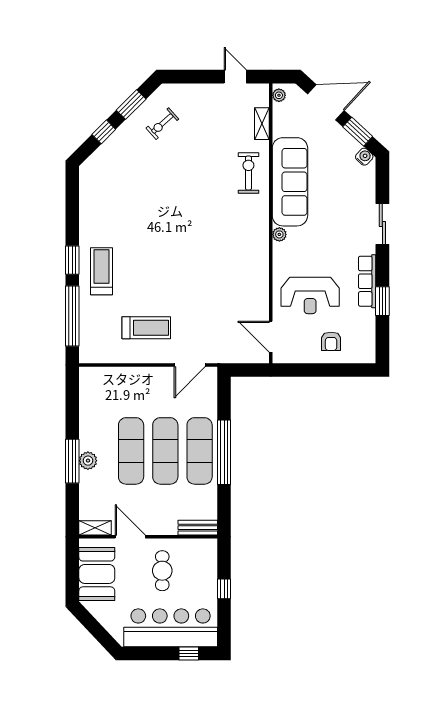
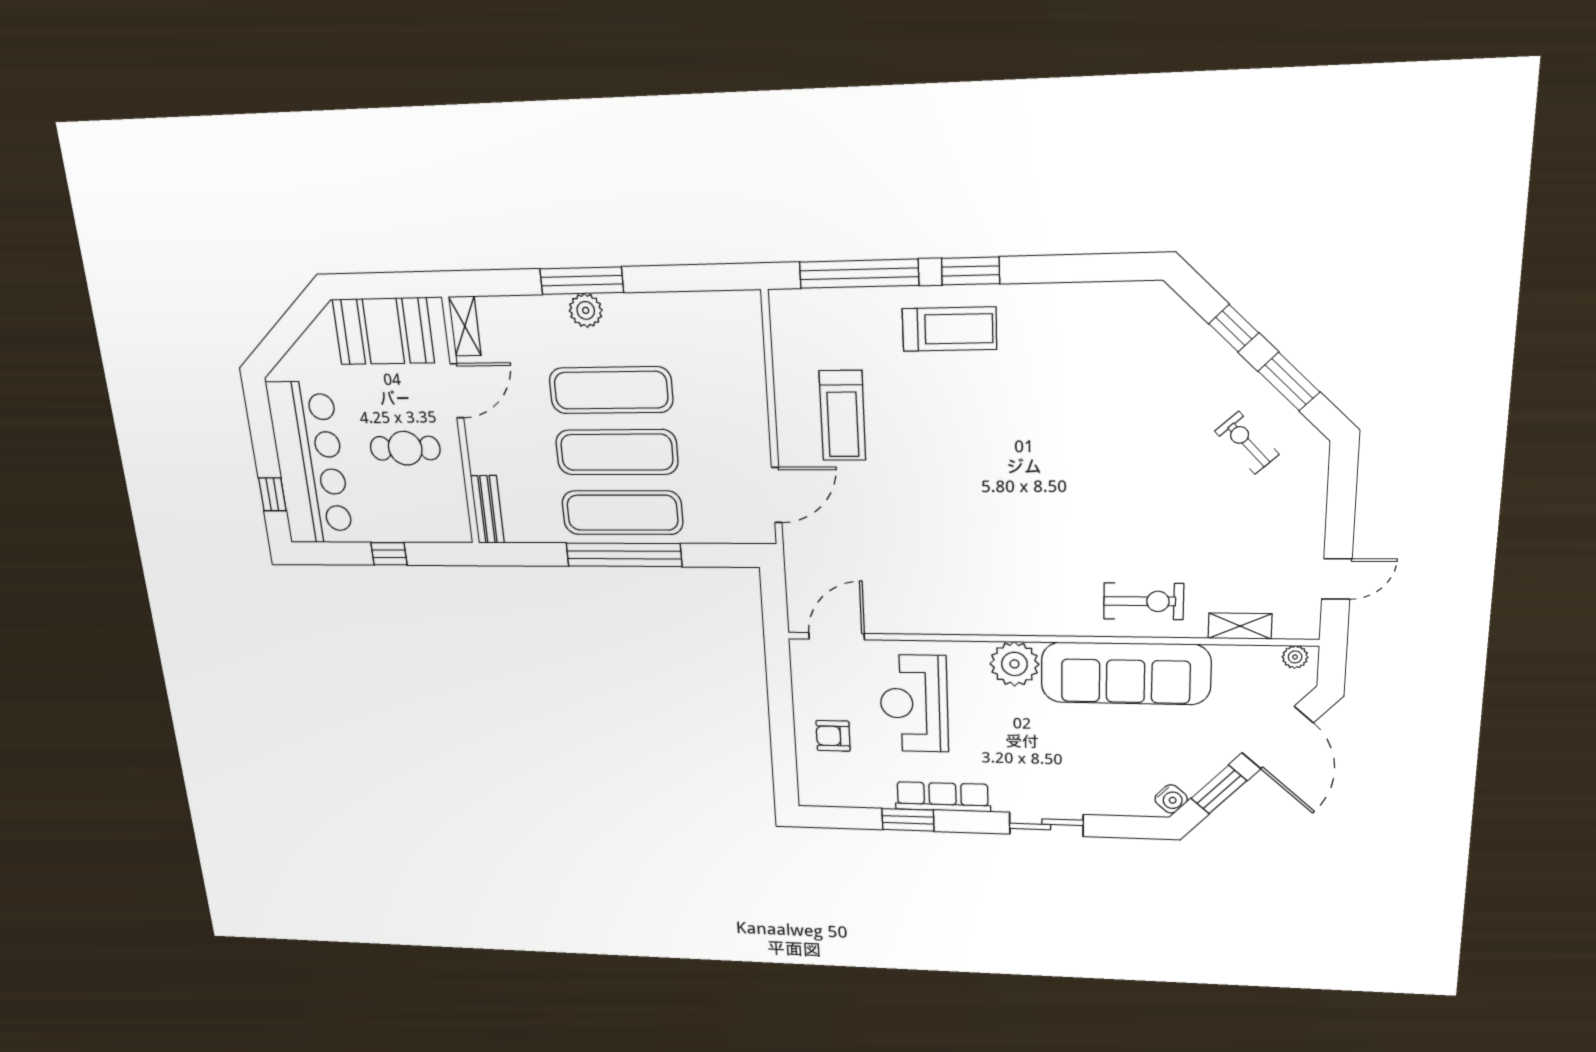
plant: (279, 234) -> (1014, 664), width x1.88, depth x1.88
door: (190, 365) -> (777, 495), swing flipped

